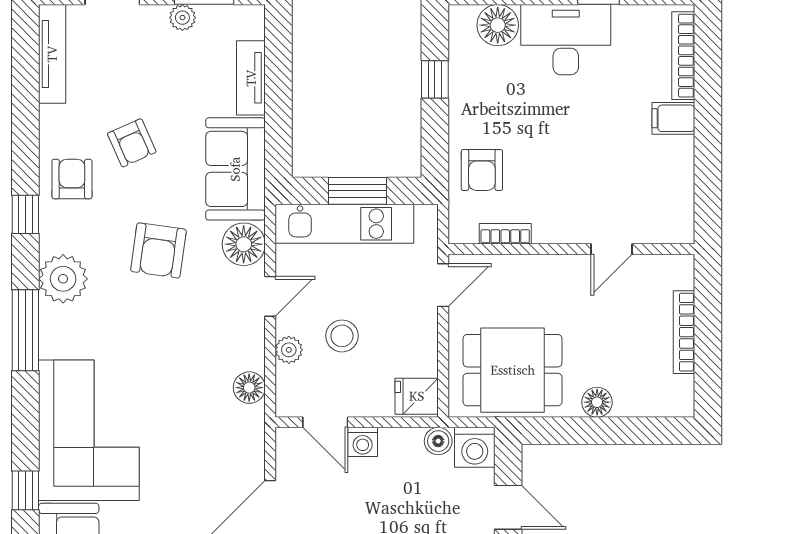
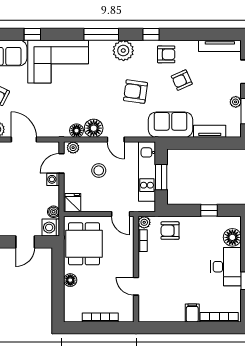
plant: (463, 230) -> (144, 222), added
floor lamp: (244, 244) -> (94, 128), moved
plant: (289, 350) -> (73, 148), moved

